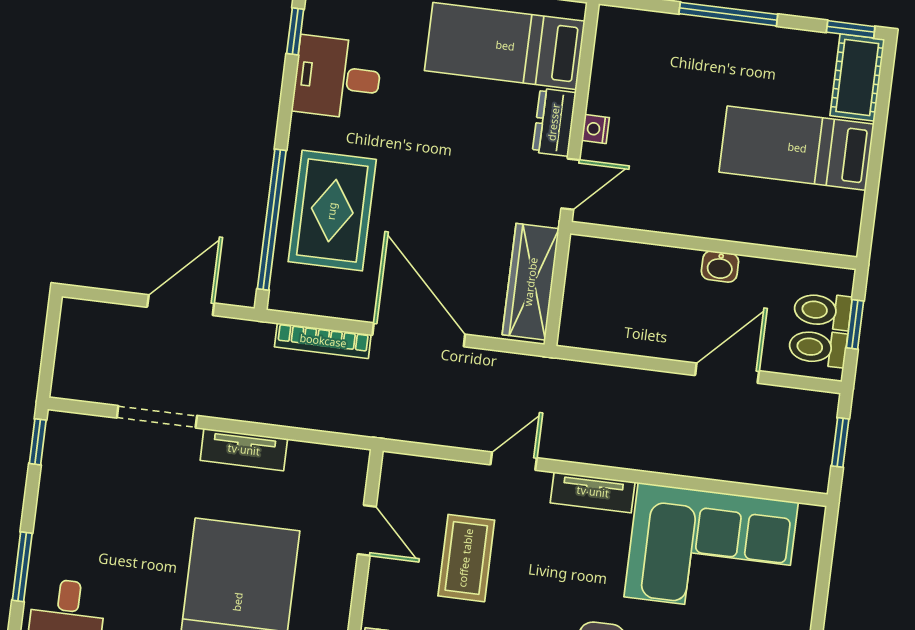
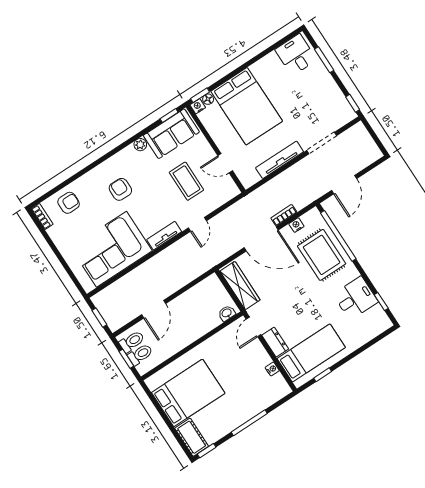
nightstand: (596, 129) -> (272, 369), moved
bed: (797, 148) -> (188, 393), width x1.50
washbasin: (720, 266) -> (227, 313), moved
nightstand: (332, 305) -> (296, 225), added
bookcase: (323, 341) -> (284, 215), width x0.64
tv unit: (244, 450) -> (280, 160), width x1.41

